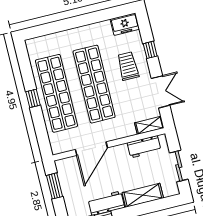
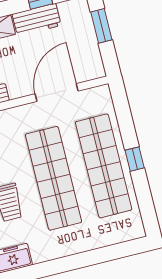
window: (55, 186) -> (101, 26), moved

